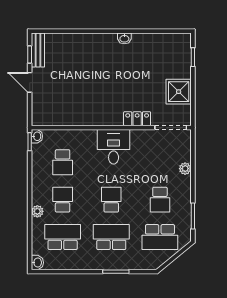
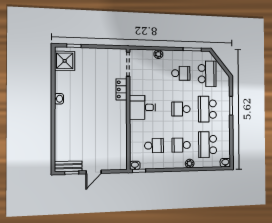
shower: (179, 92) -> (65, 61), moved

